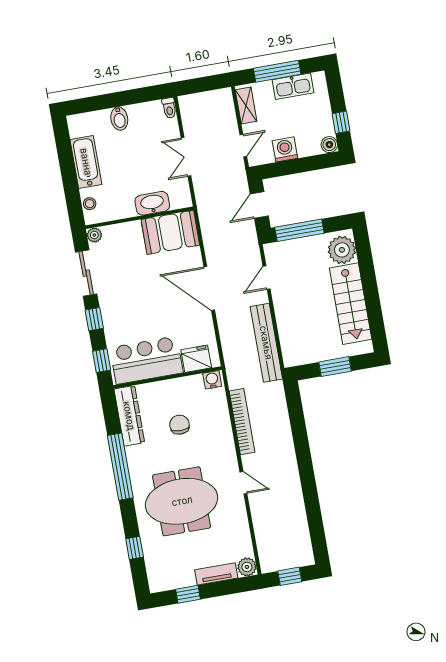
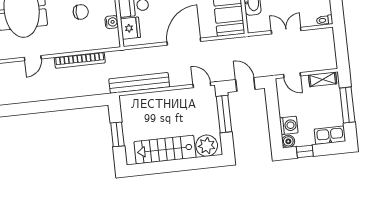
kitchen sink: (293, 86) -> (330, 135), moved, turned 90
washing machine: (285, 149) -> (289, 125), moved
door: (267, 278) -> (202, 85), moved
water cooler: (212, 380) -> (112, 22), moved

